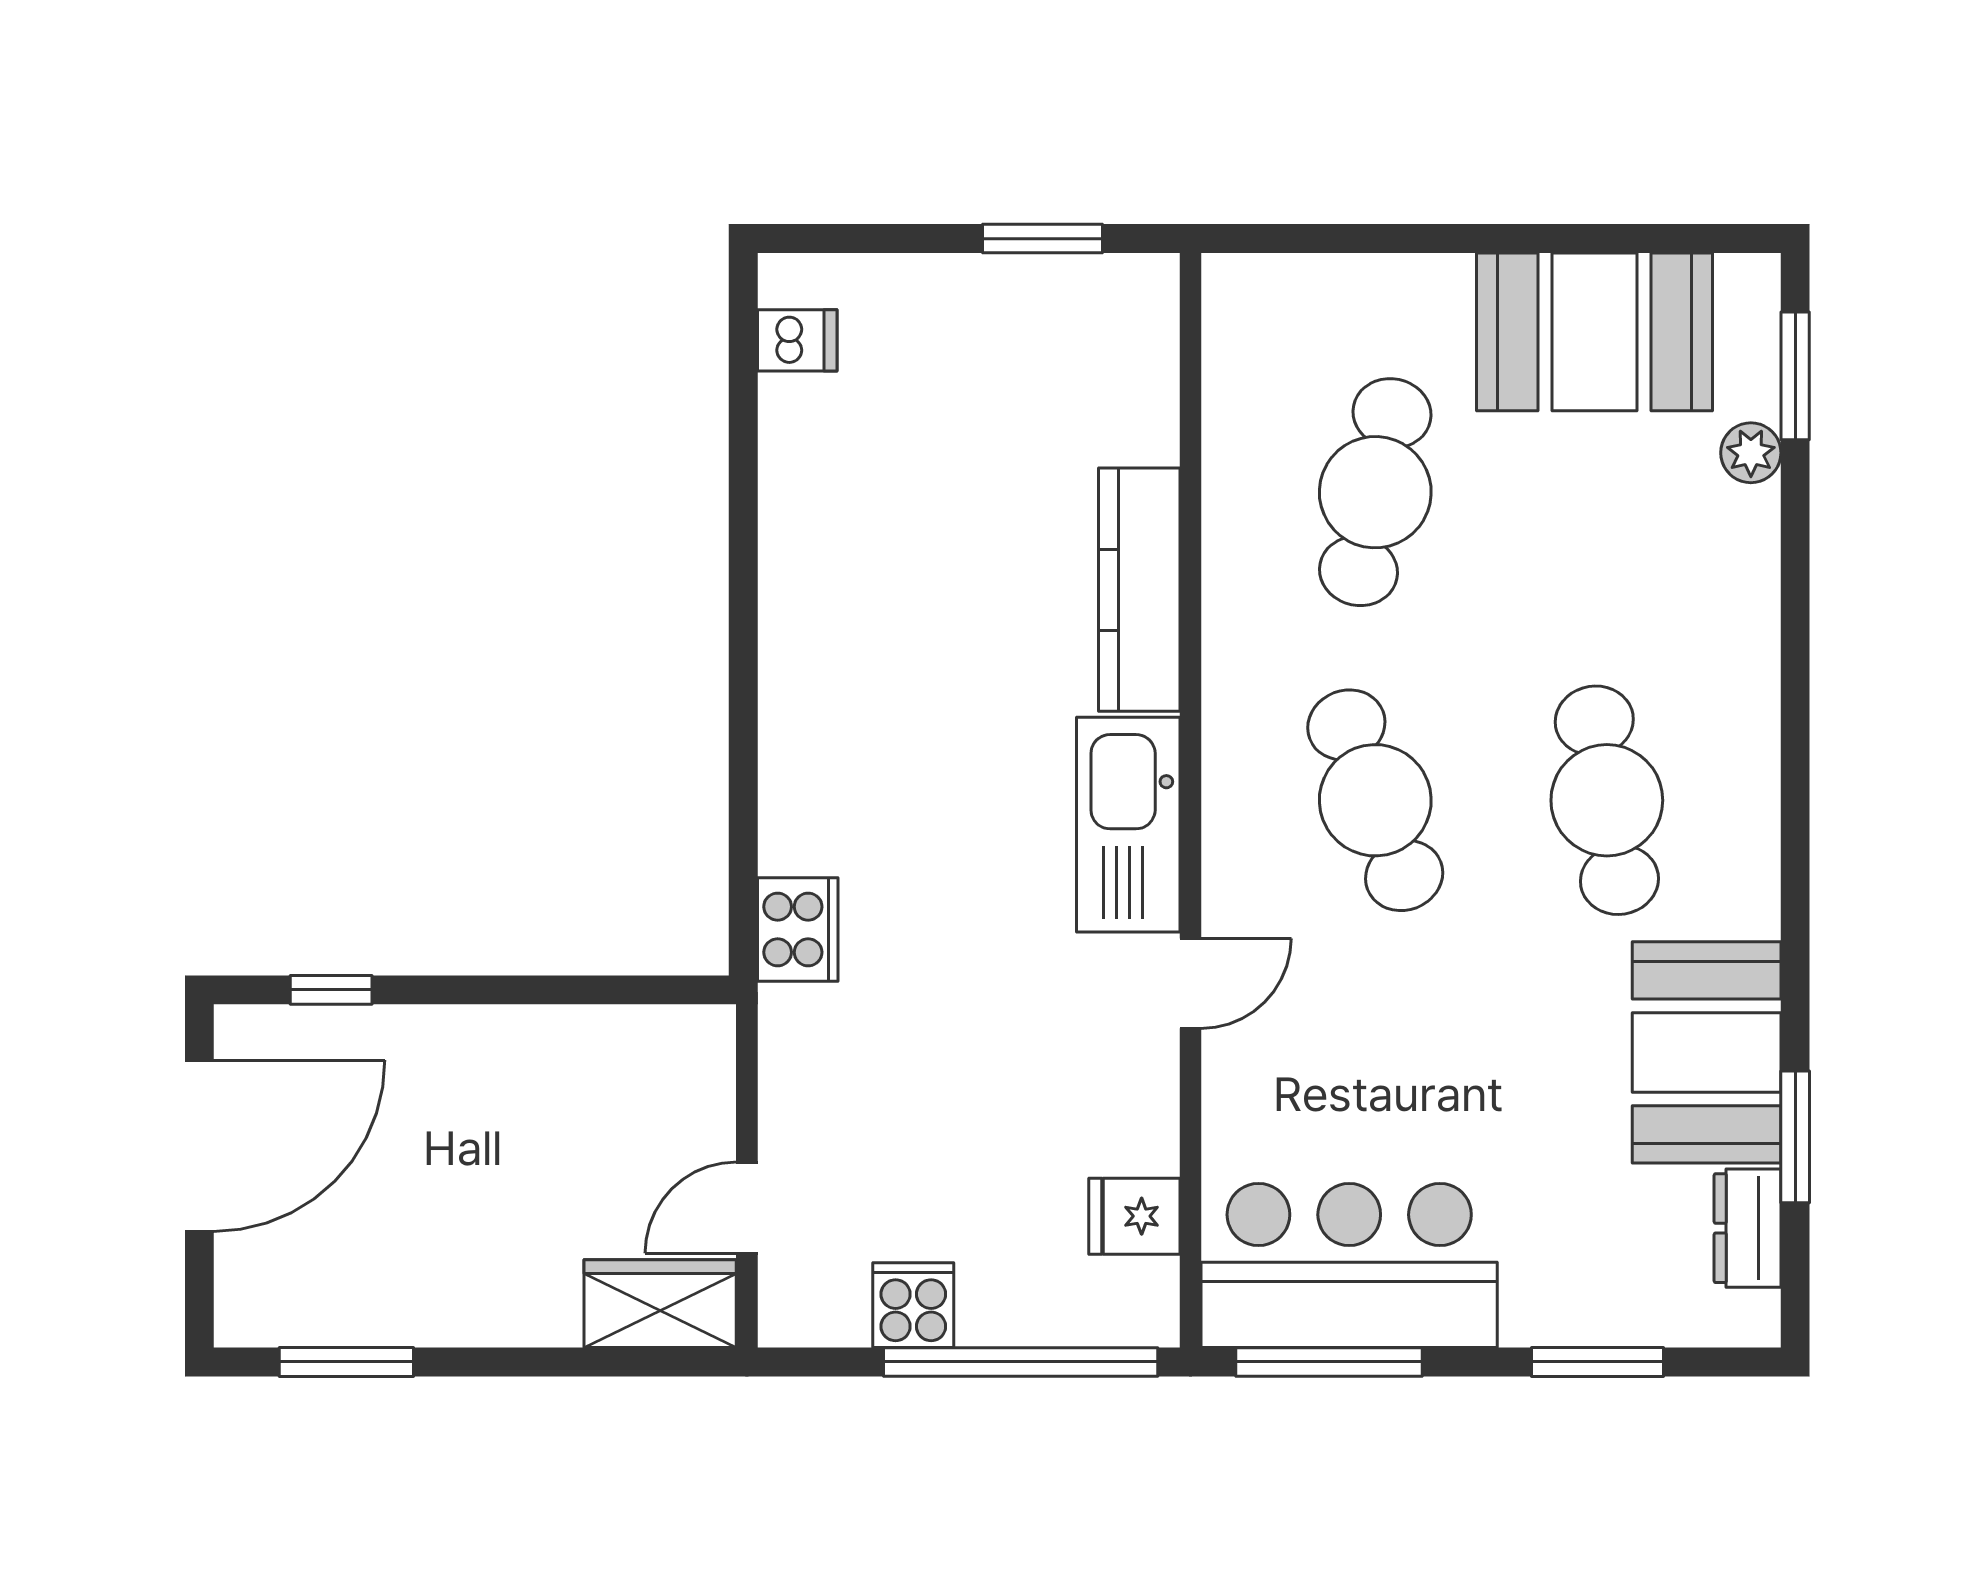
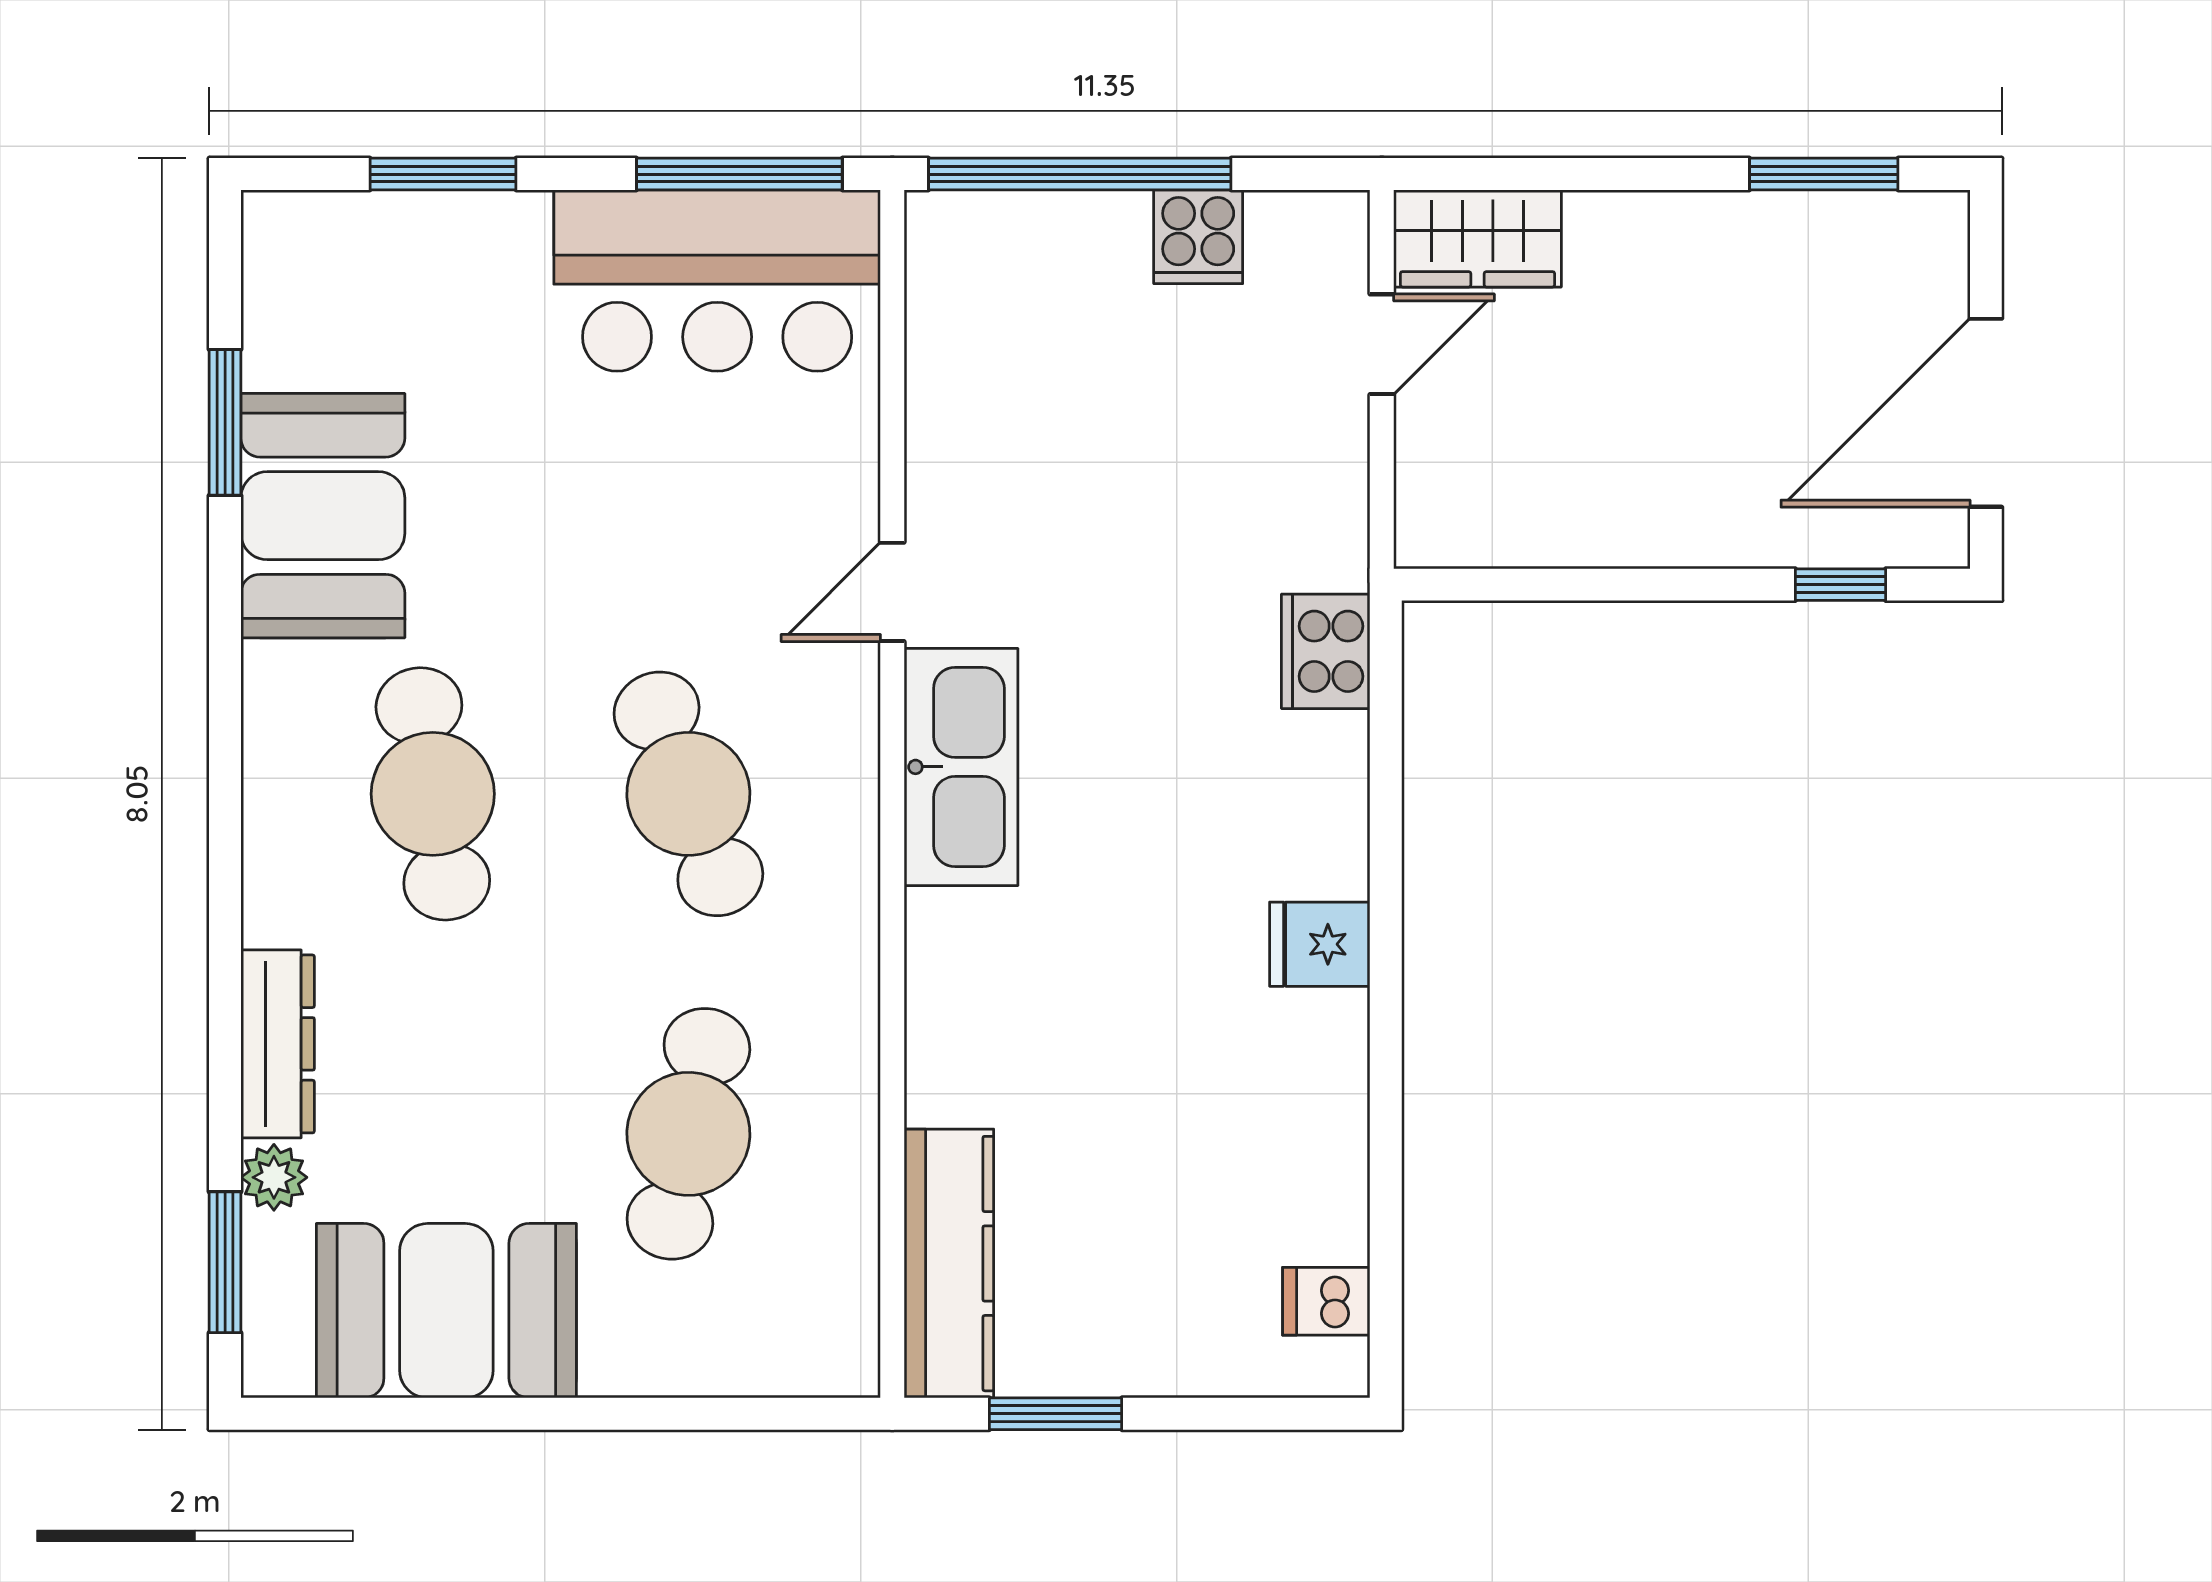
kitchen counter: (1139, 590) -> (949, 1264), moved
fridge: (1134, 1216) -> (1320, 944), moved, turned 180
dresser: (1748, 1228) -> (278, 1044), moved, width x1.44

